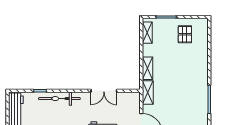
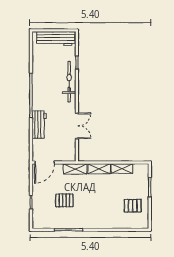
shelving: (147, 33) -> (122, 168), moved
double door: (104, 91) -> (77, 126), swing flipped
pallet: (180, 103) -> (64, 200), added

